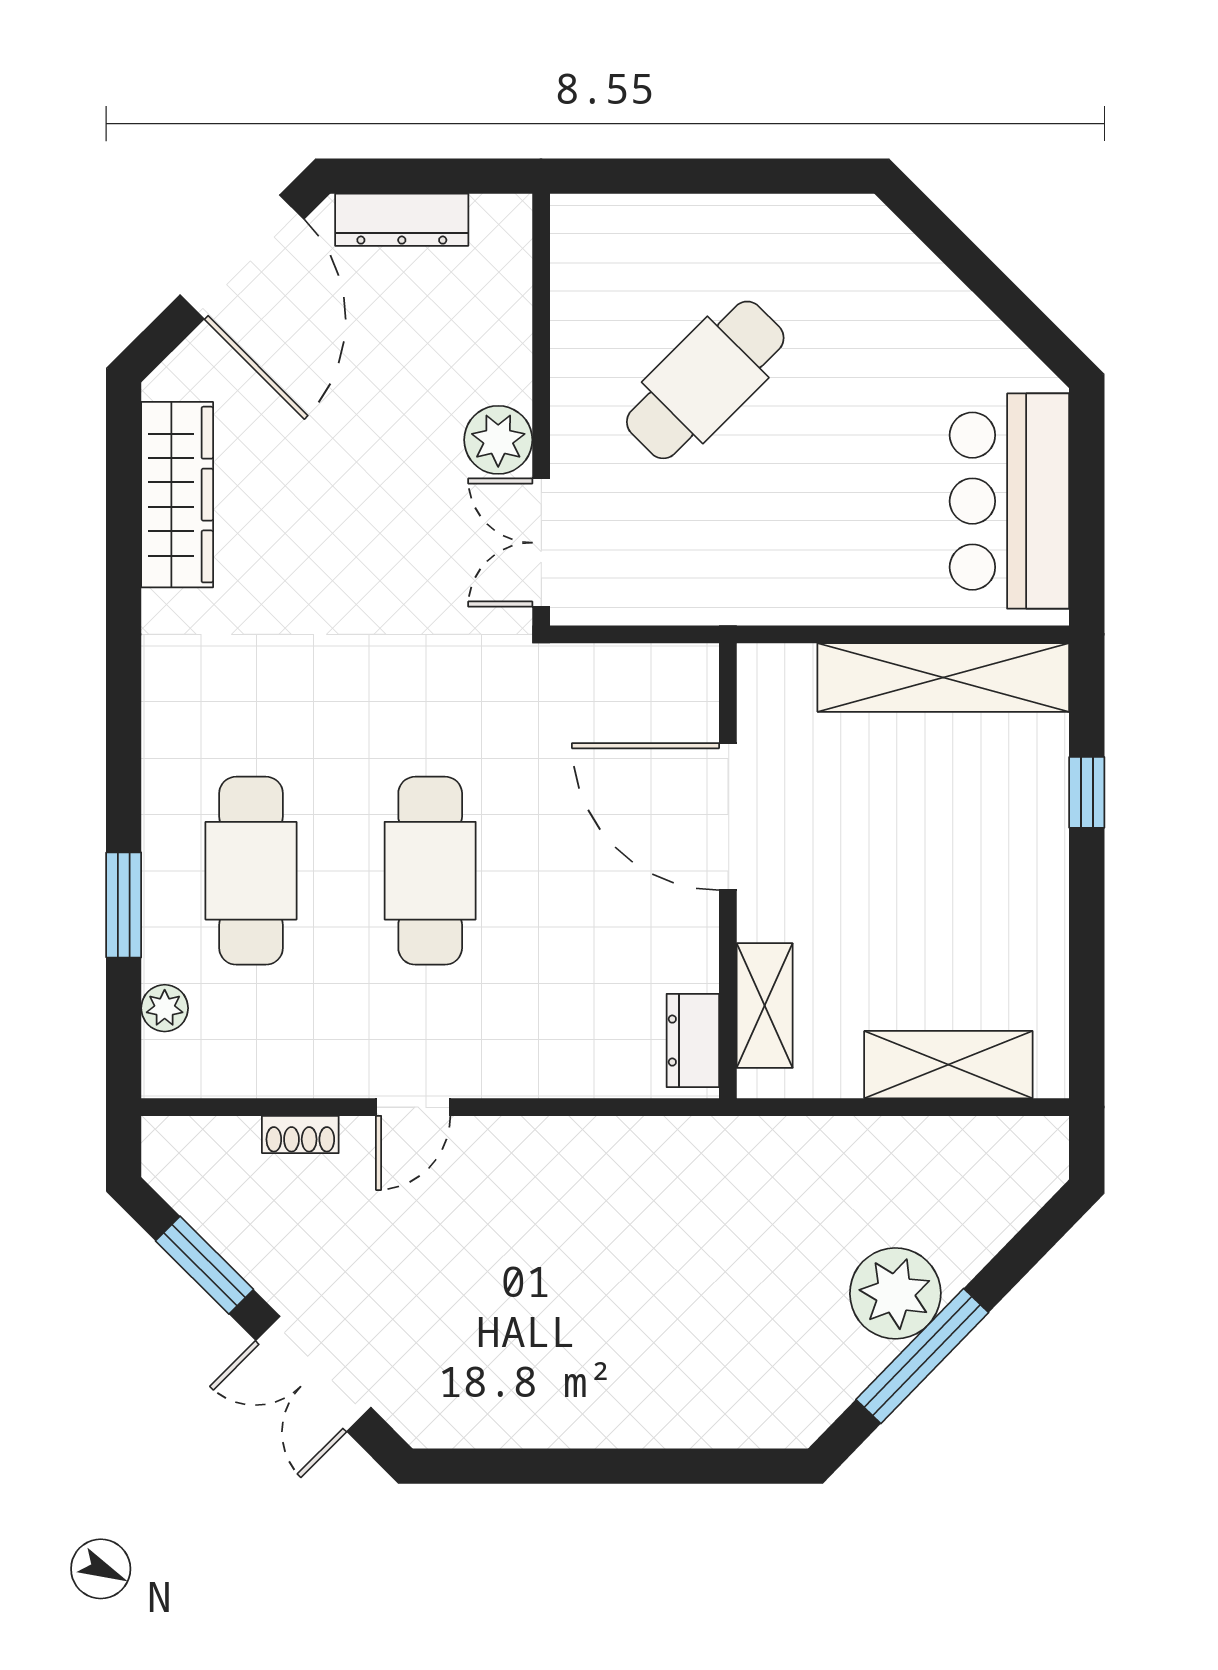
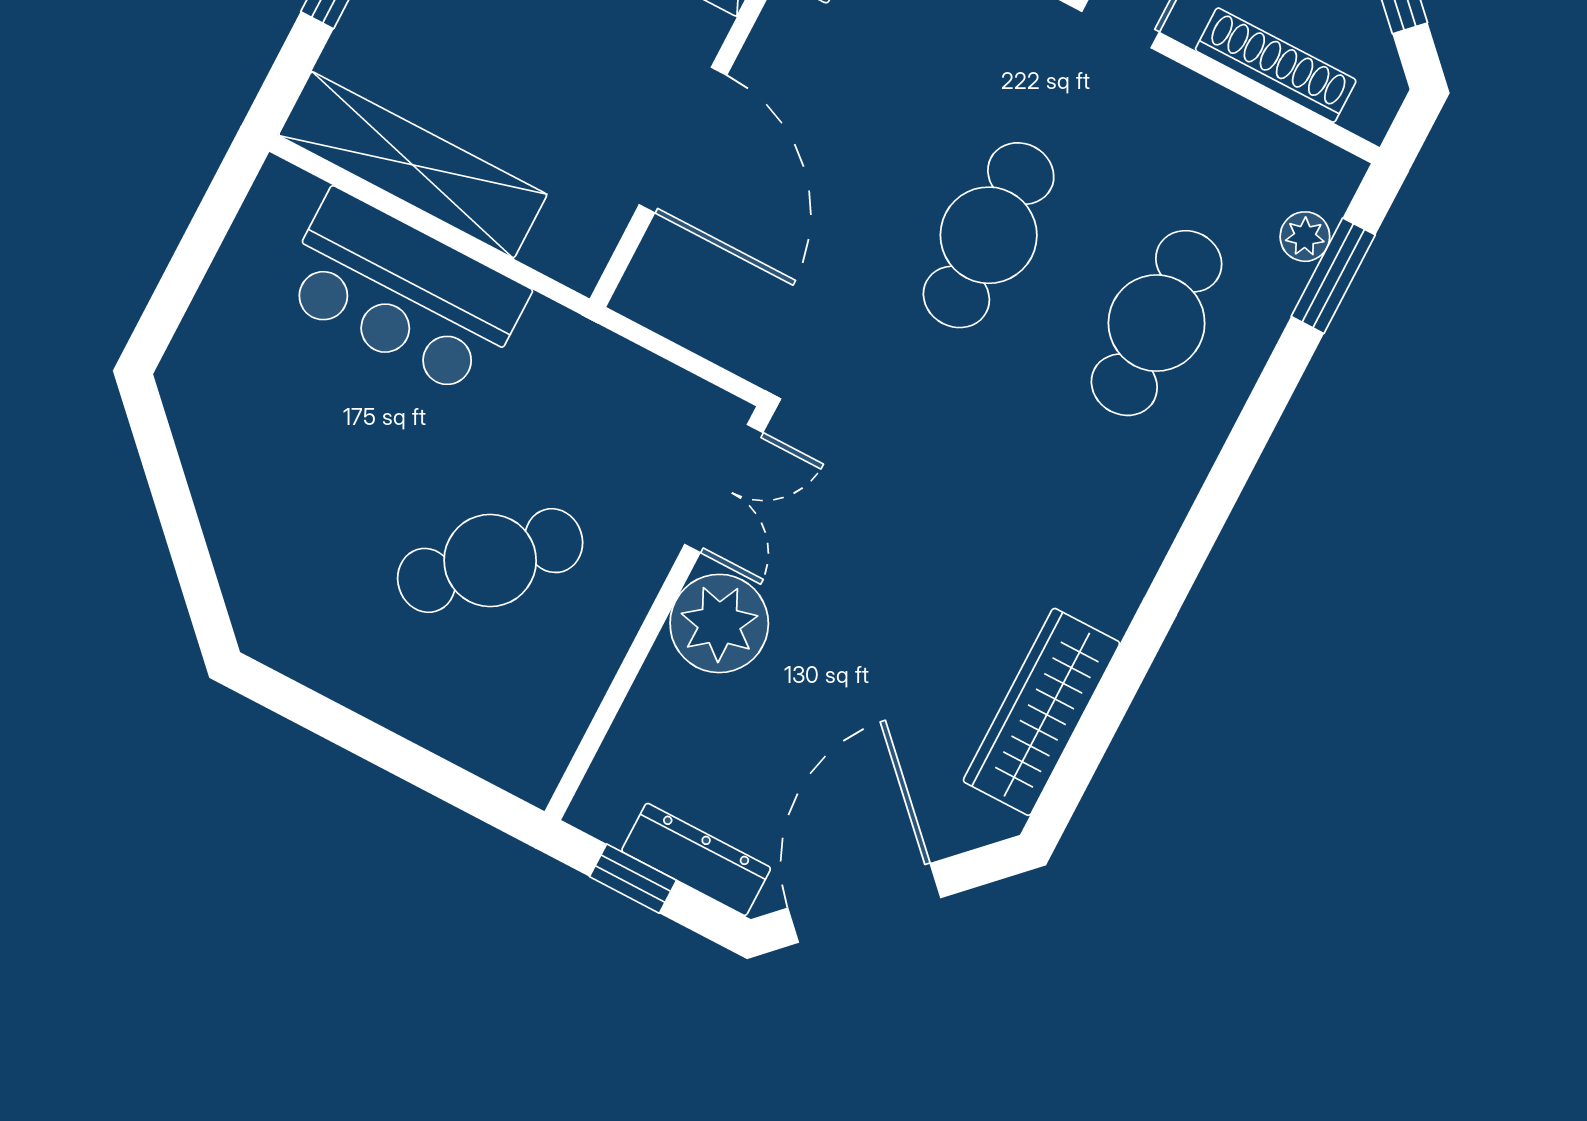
window: (446, 176) -> (633, 879), added
plant: (498, 440) -> (719, 623), width x1.36, depth x1.36
bar counter: (1009, 501) -> (403, 293), moved, turned 90
window: (124, 905) -> (1333, 276), moved
shoe rack: (300, 1134) -> (1276, 65), width x1.94, depth x1.24

